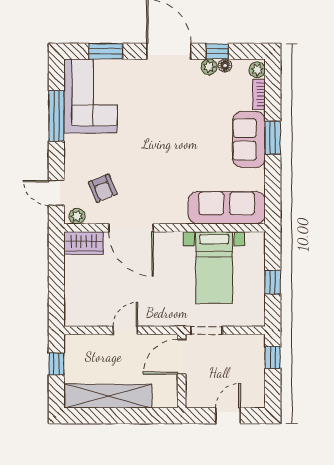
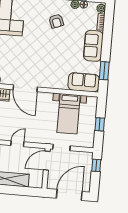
window: (273, 138) -> (104, 71), moved
armchair: (103, 188) -> (56, 21), moved
sofa: (227, 208) -> (84, 82), width x0.73
door: (228, 416) -> (69, 195), width x1.88

